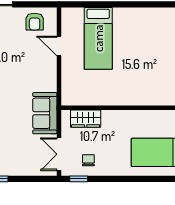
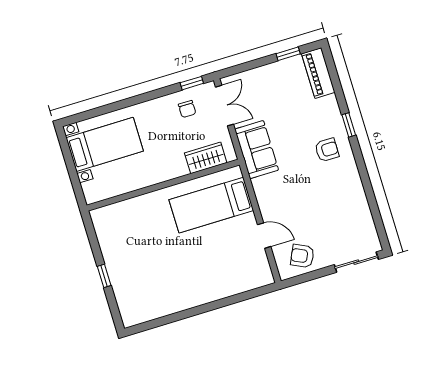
armchair: (35, 22) -> (302, 256), turned -65
bed: (98, 38) -> (211, 205), moved, turned -90

